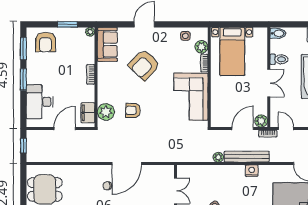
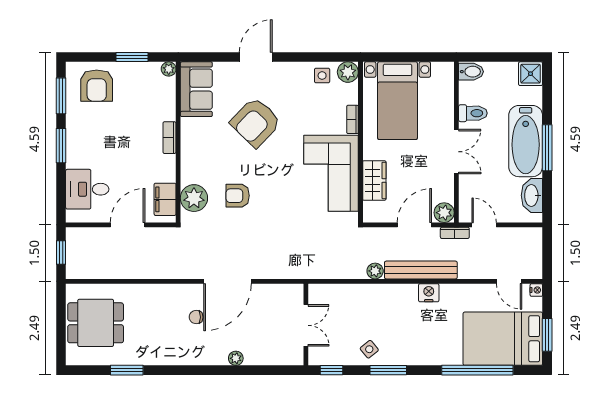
plant: (201, 47) -> (348, 72), moved
wardrobe: (218, 101) -> (374, 180), added
desk: (40, 102) -> (87, 189), width x0.73

